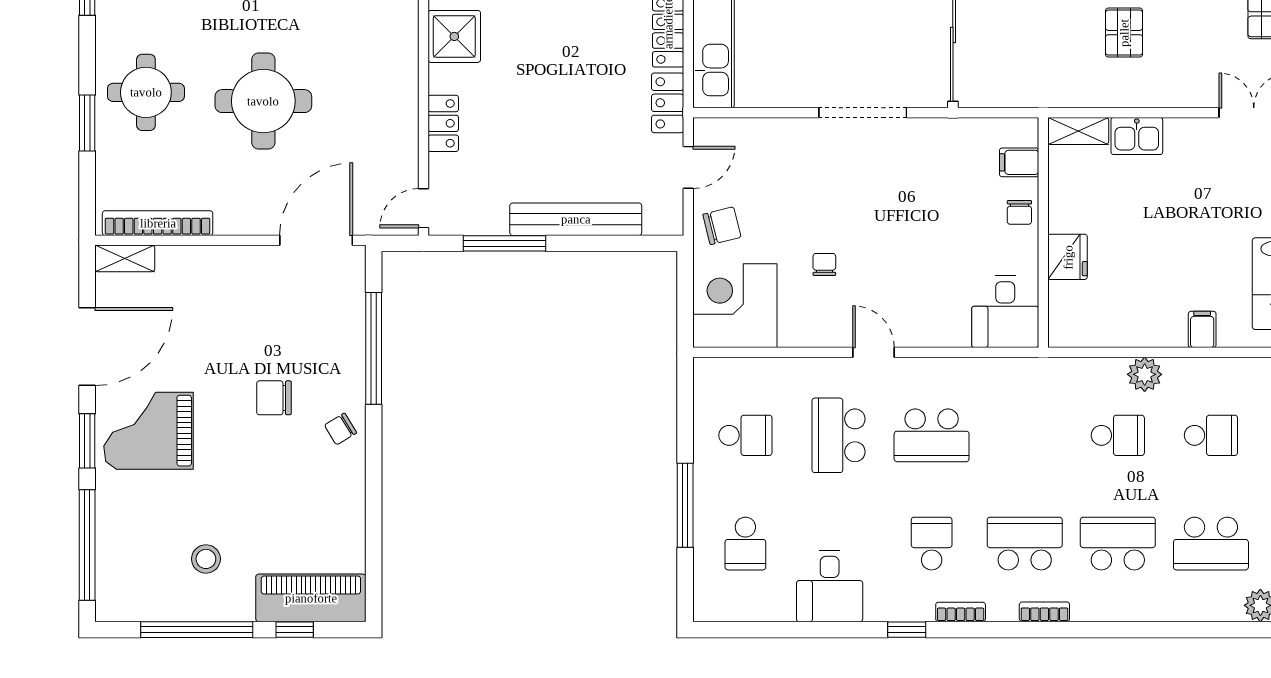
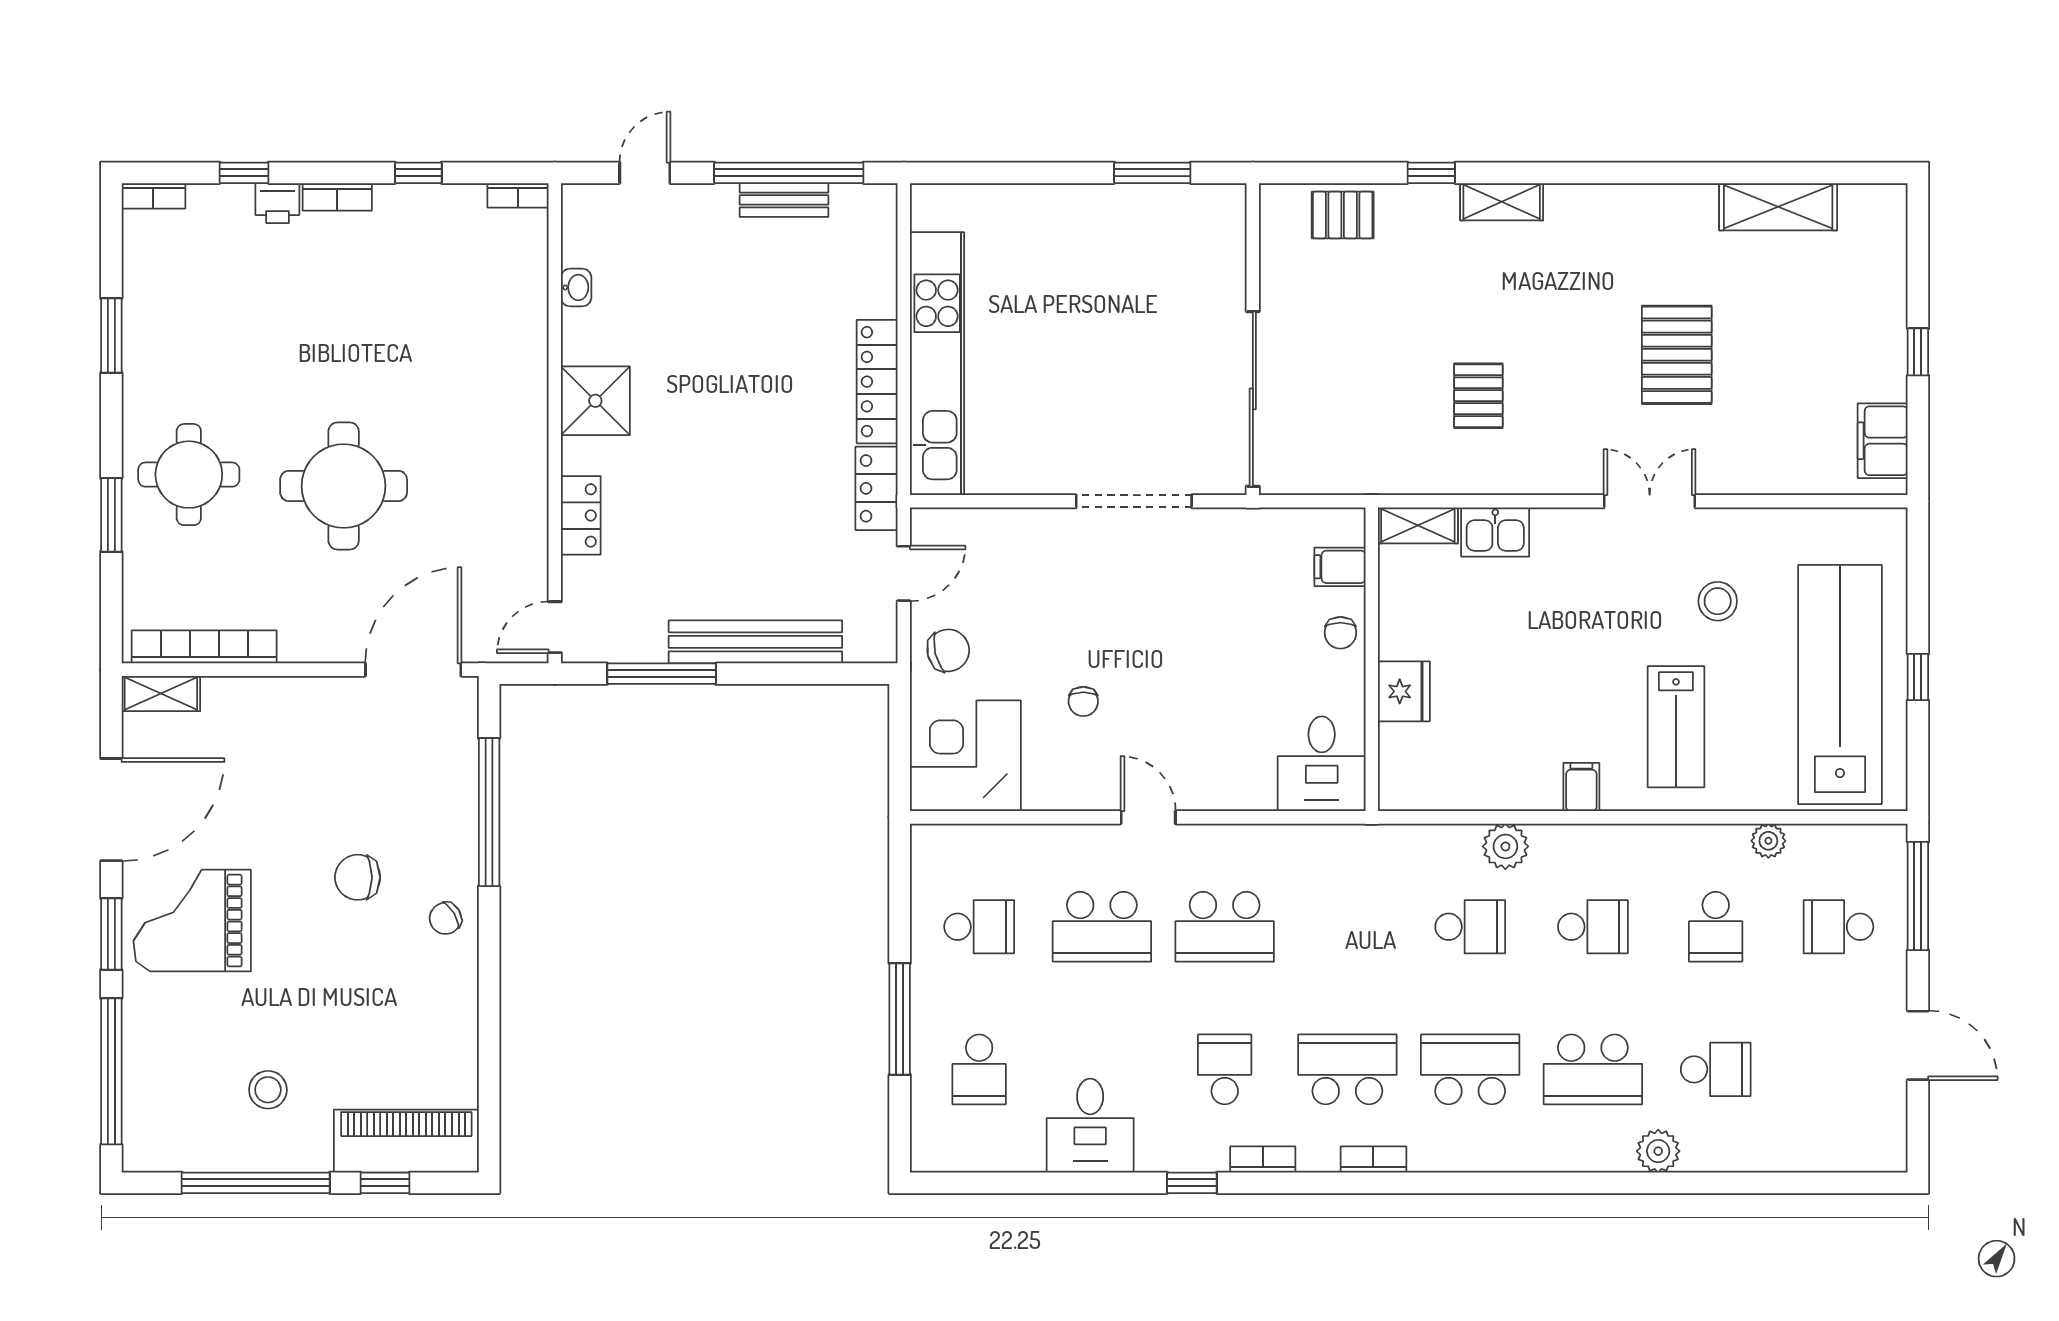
chair: (824, 264) -> (1083, 701), turned 180
school desk: (838, 435) -> (1102, 927), turned -90

